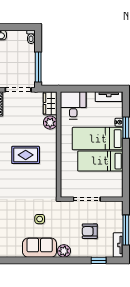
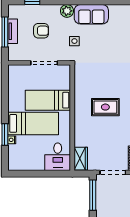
tv unit: (109, 97) -> (22, 165), removed
plant: (50, 123) -> (81, 140), removed
bed: (100, 161) -> (48, 100), moved, turned 180
side table: (40, 219) -> (74, 41), moved
tv unit: (118, 245) -> (13, 31), moved

